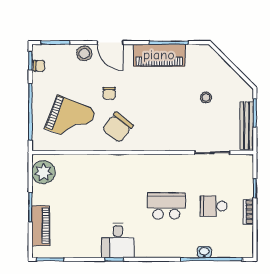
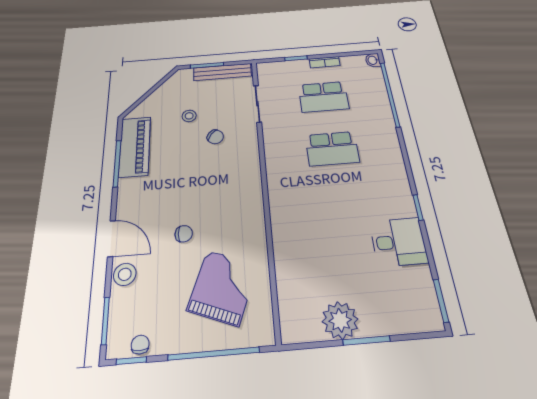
door: (110, 43) -> (111, 238), hinge flipped
piano: (159, 55) -> (135, 147), moved
chair: (118, 127) -> (215, 137), moved, width x0.54, depth x0.54
plant: (43, 172) -> (340, 320), moved
school desk: (166, 206) -> (332, 149), turned -90
school desk: (214, 206) -> (323, 97), width x1.85
piano: (41, 226) -> (392, 320), removed
desk: (118, 240) -> (398, 242), moved
washbasin: (204, 252) -> (373, 60), moved

